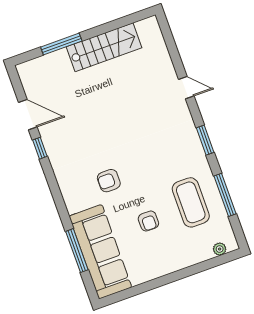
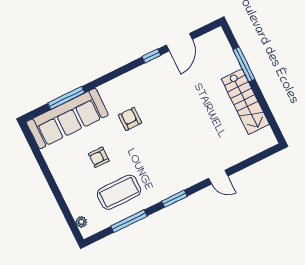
door: (186, 88) -> (218, 177), hinge flipped

